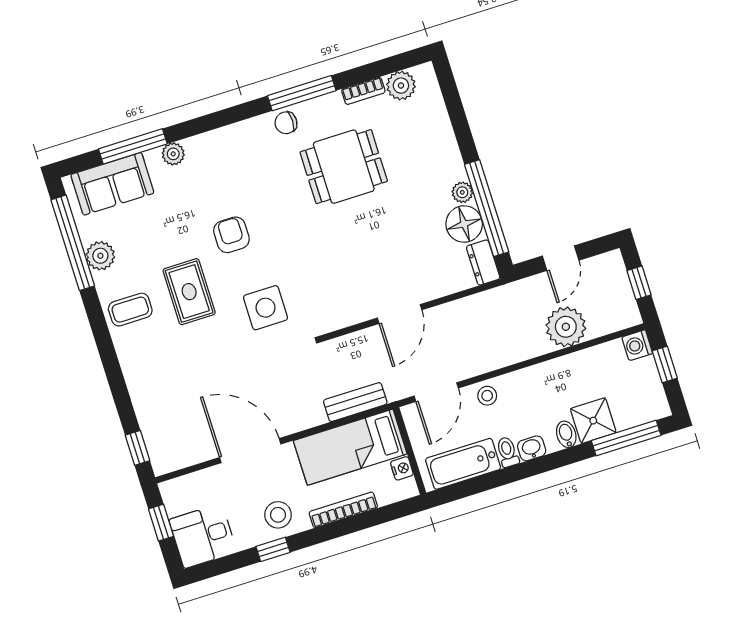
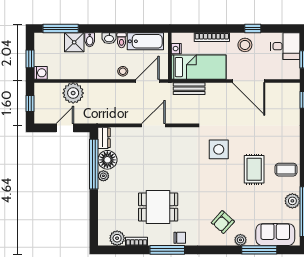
armchair: (231, 235) -> (223, 222), moved, turned 42

